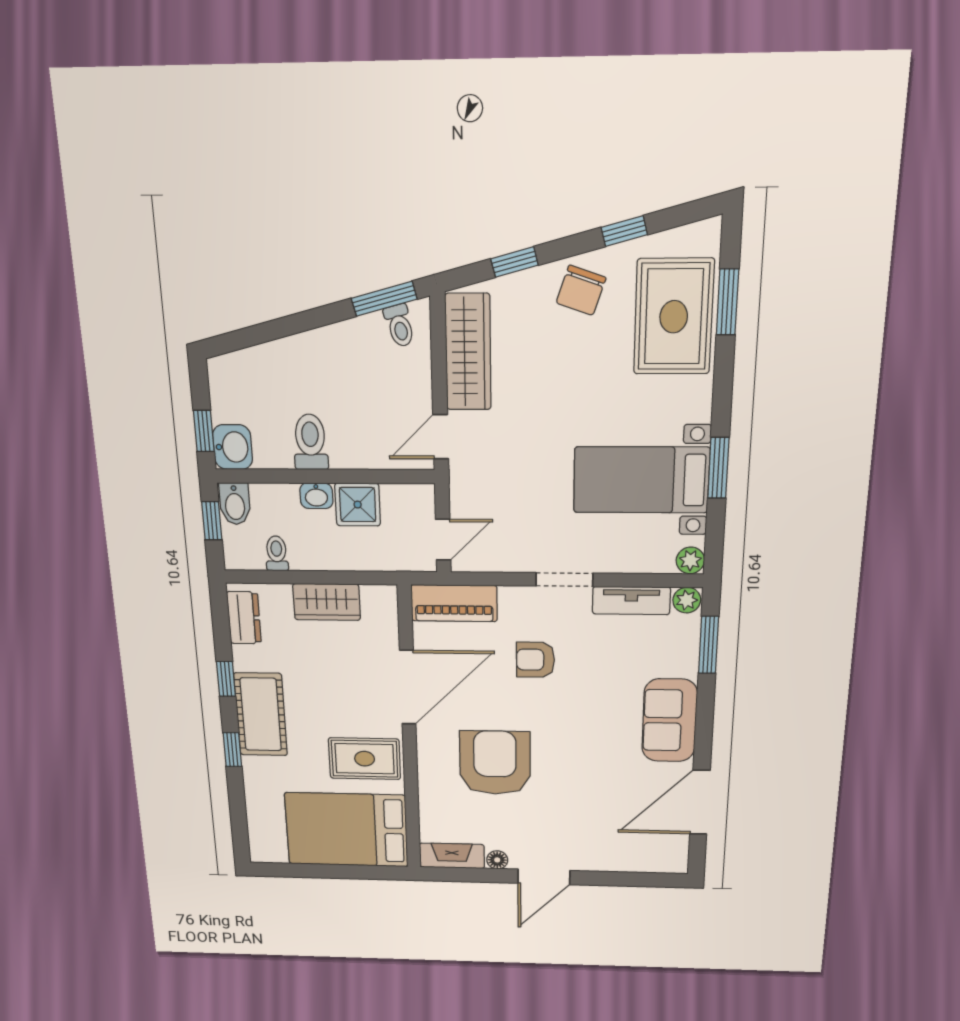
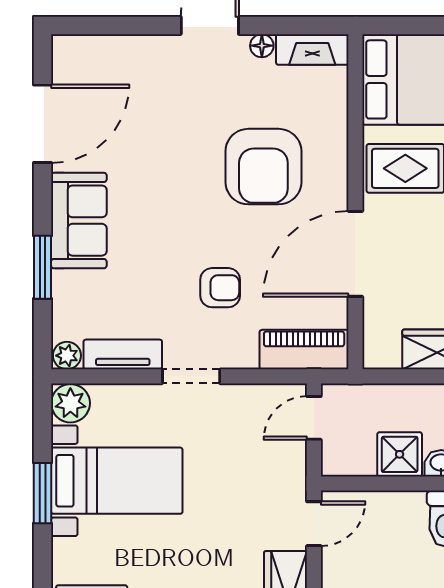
plant: (690, 560) -> (70, 403), width x1.38, depth x1.38
window: (709, 645) -> (43, 267), moved

